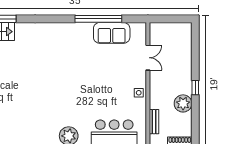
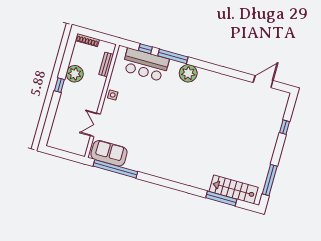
window: (98, 19) -> (115, 169), moved
sofa: (112, 33) -> (109, 153), moved

